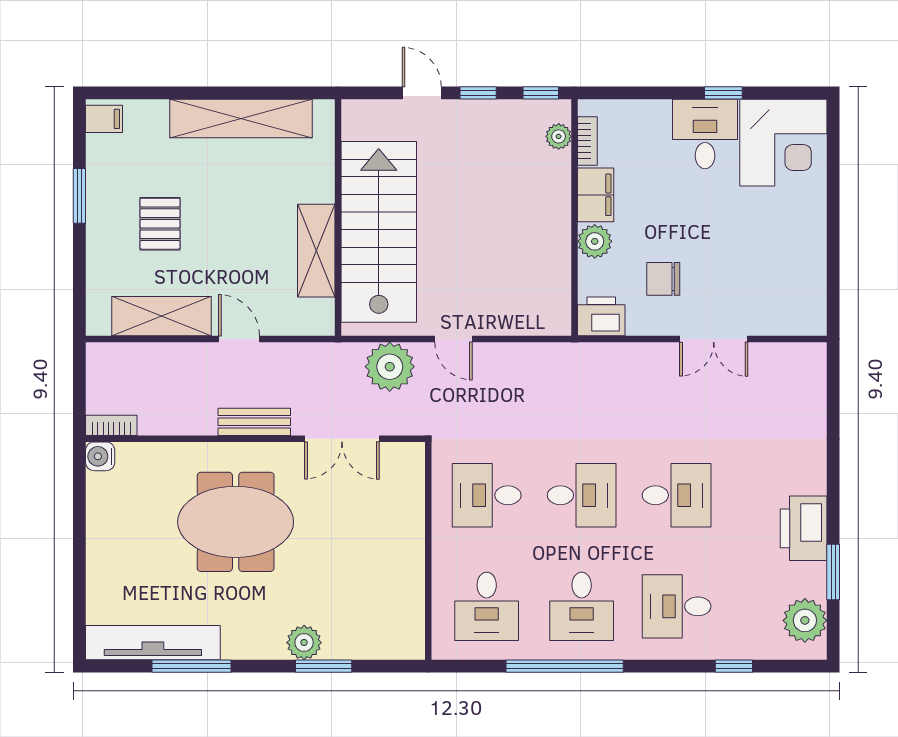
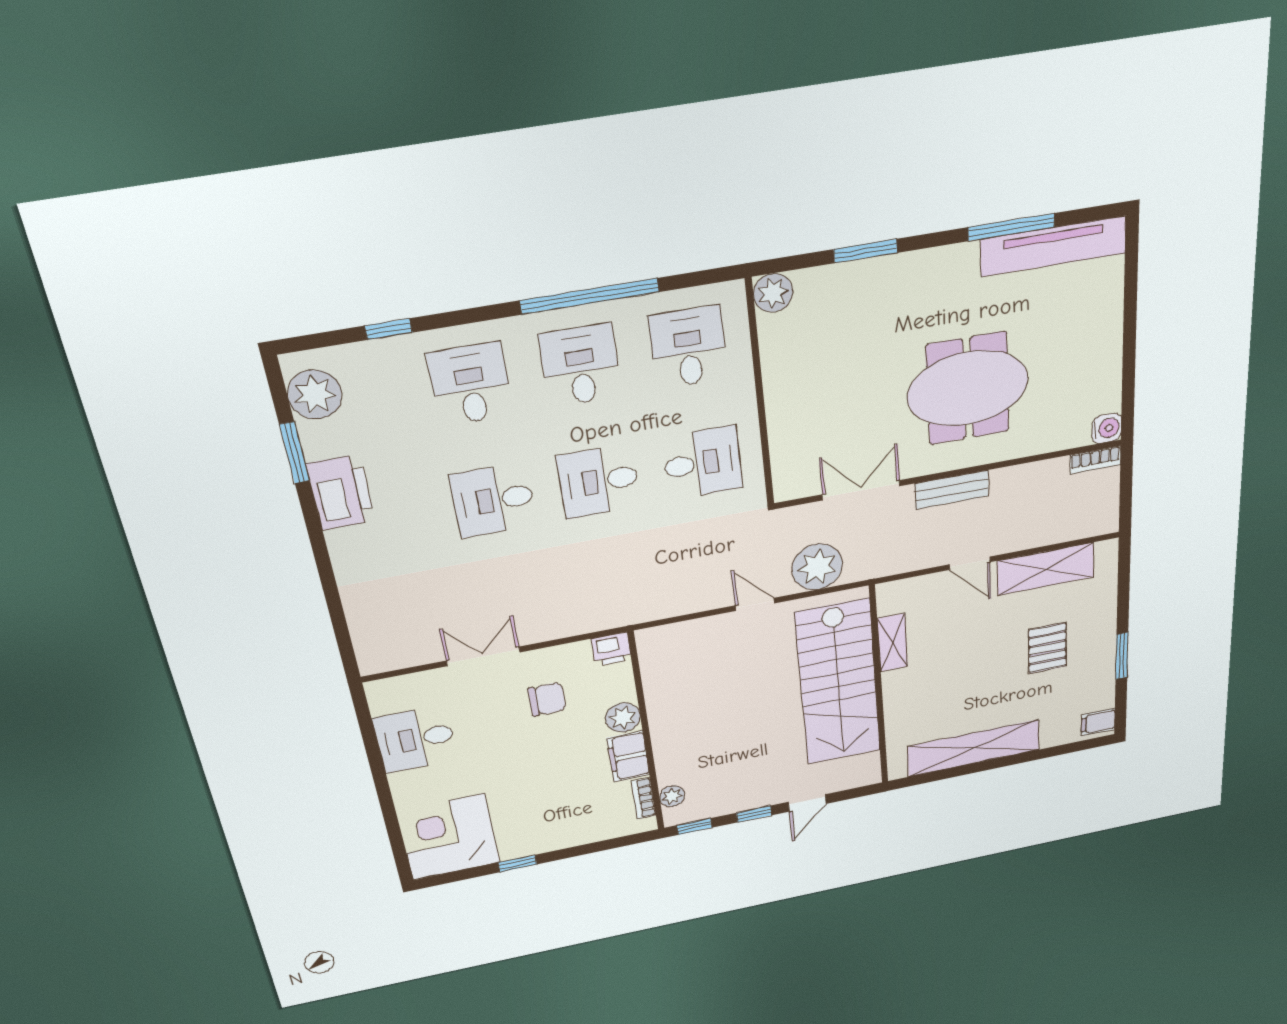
door: (422, 93) -> (807, 803), hinge flipped
desk: (705, 134) -> (415, 739), moved, turned 90
shelving: (316, 251) -> (893, 643), width x0.67, depth x0.75
printer: (601, 316) -> (611, 649), width x0.73, depth x0.81
desk: (677, 606) -> (470, 384), turned -90
plant: (304, 643) -> (773, 293), moved

